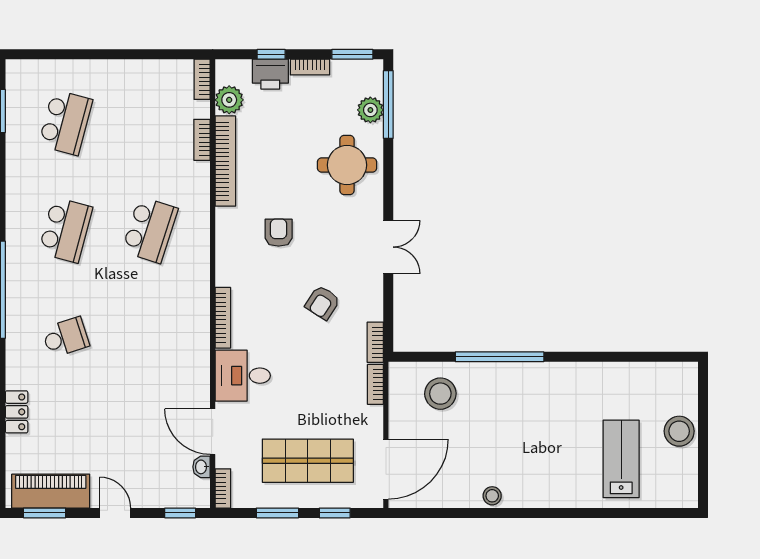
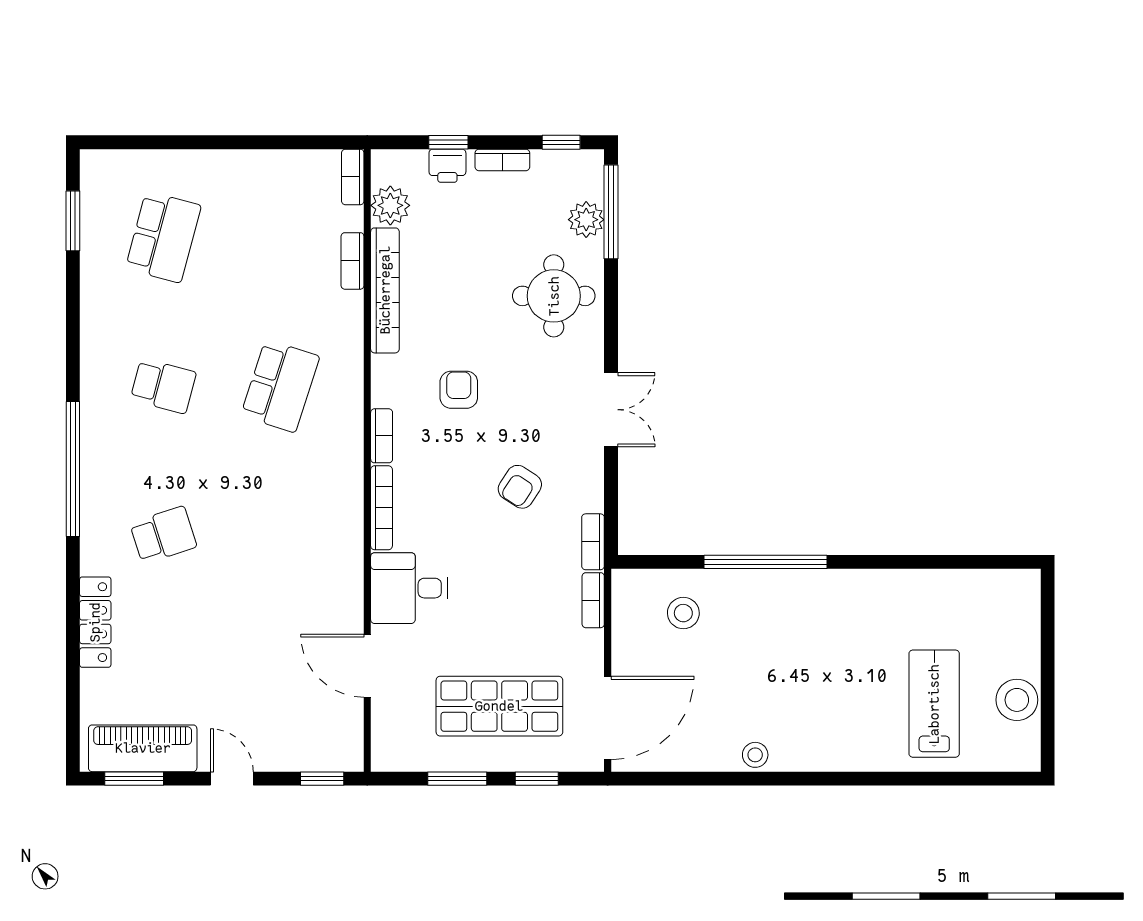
window: (352, 54) -> (561, 142), width x0.67
printer: (270, 74) -> (447, 166), width x0.73, depth x0.81
school desk: (66, 230) -> (163, 386), width x0.54
stool: (440, 394) -> (683, 613), width x0.73, depth x0.73
locker: (17, 412) -> (95, 622), width x1.53
stool: (679, 431) -> (1017, 700), moved
washbasin: (202, 467) -> (352, 715), removed
bookcase: (223, 488) -> (382, 436), moved

